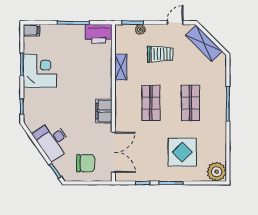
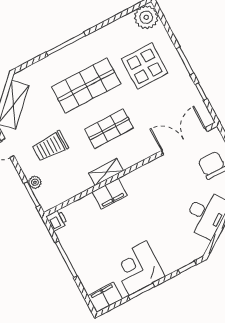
filing cabinet: (31, 30) -> (105, 297), width x2.00
printer: (99, 34) -> (57, 220), width x0.53, depth x0.68
trolley: (160, 54) -> (50, 146), turned -90
shelving: (121, 67) -> (106, 172), moved
shop shelf: (190, 103) -> (86, 85), width x1.43, depth x1.36
filing cabinet: (104, 111) -> (110, 194), moved

